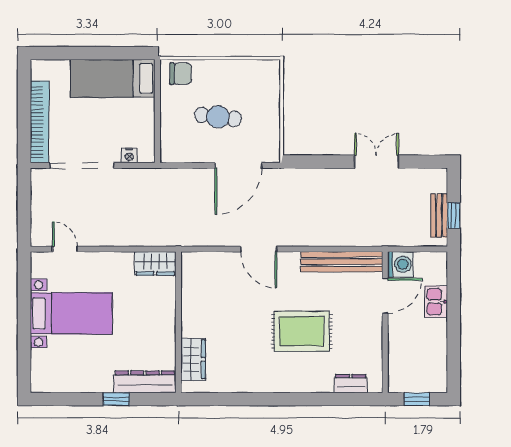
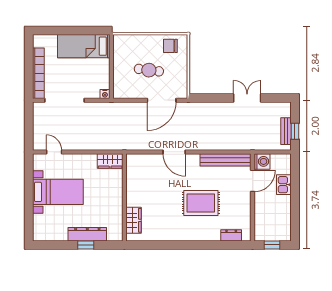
chair: (181, 74) -> (170, 46), moved, turned 180
nightstand: (129, 155) -> (105, 94), moved
dresser: (145, 382) -> (87, 234), moved

